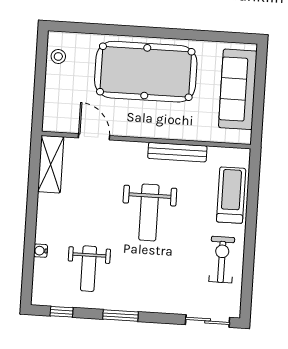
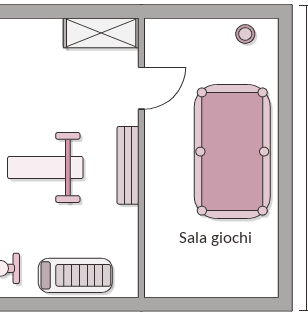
sofa: (238, 89) -> (217, 275), removed
bench: (177, 152) -> (128, 165), moved

